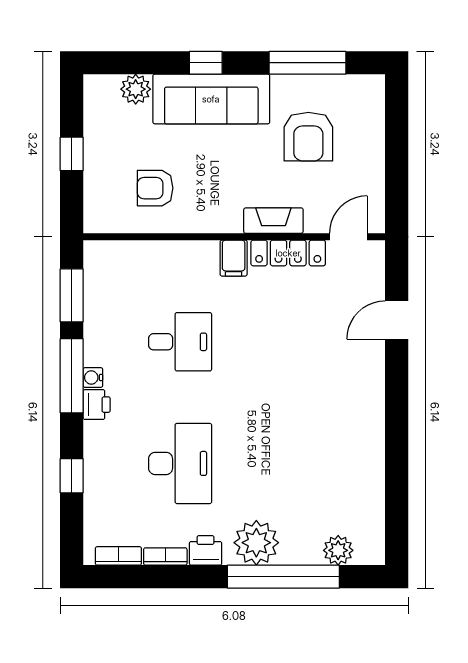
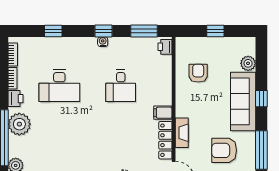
window: (72, 376) -> (104, 31), width x0.46
printer: (97, 405) -> (165, 47), moved, turned 90

